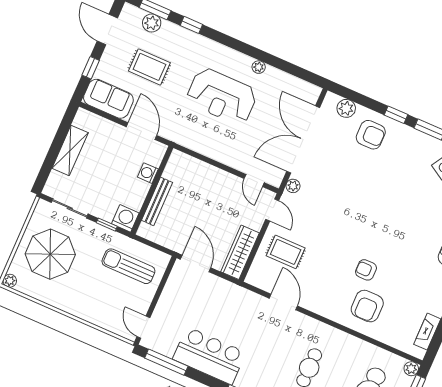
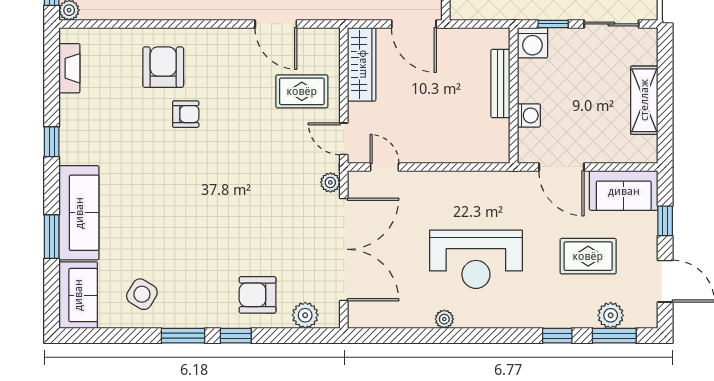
reception desk: (222, 96) -> (476, 259), turned 180

